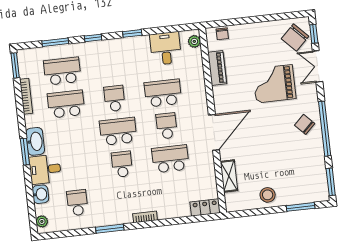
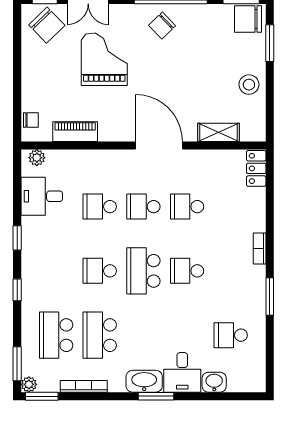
window: (55, 42) -> (17, 364), moved
grand piano: (274, 84) -> (104, 59), turned 180
school desk: (163, 93) -> (100, 207), width x0.54
school desk: (170, 159) -> (187, 207), width x0.54
chair: (317, 188) -> (248, 19), added
plant: (42, 221) -> (29, 384), moved

